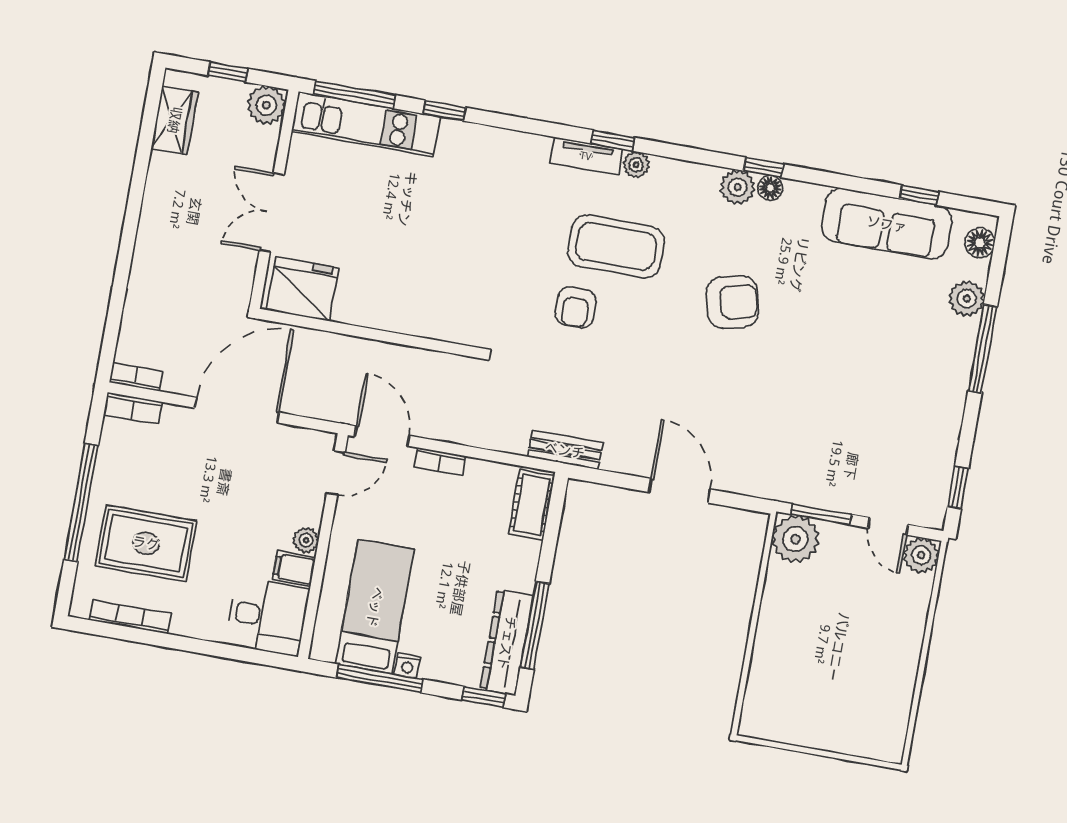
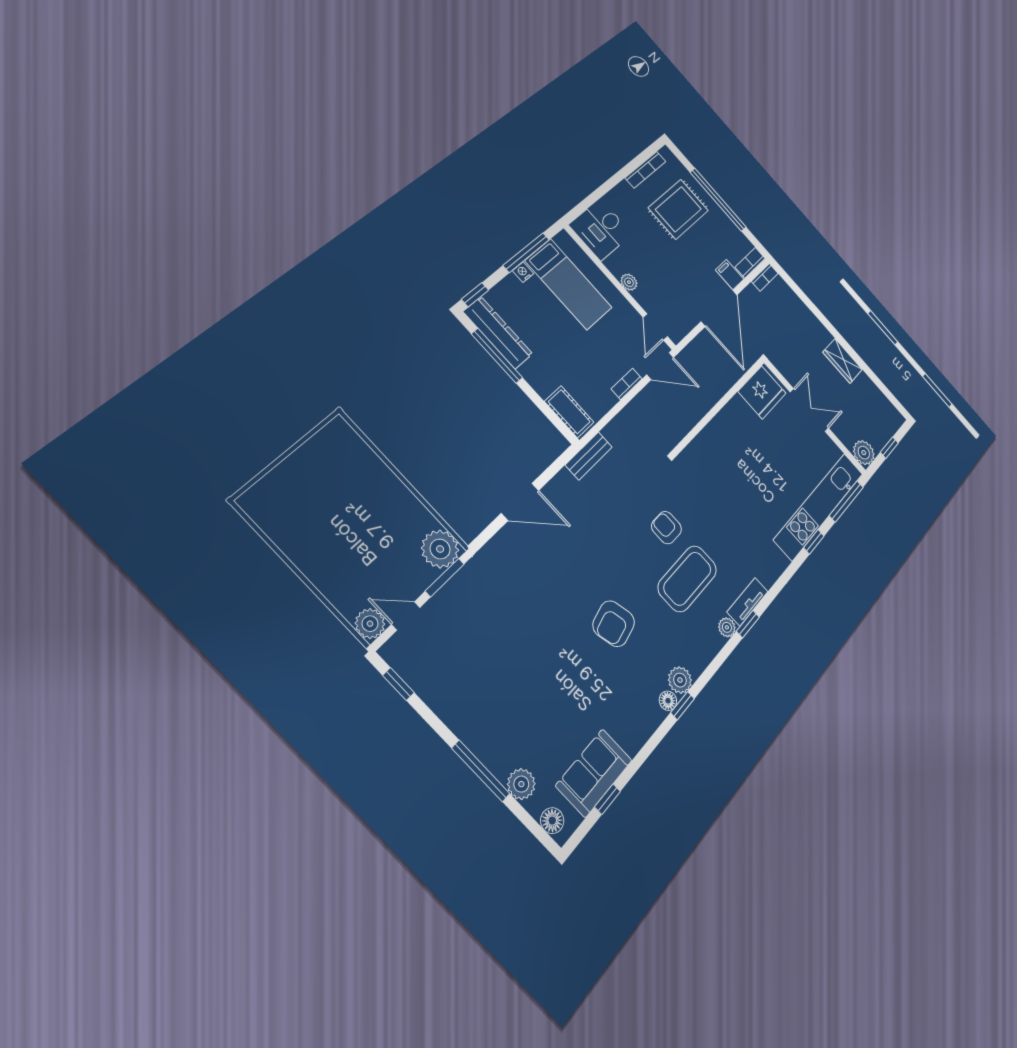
wardrobe: (175, 120) -> (843, 361), moved
kitchen unit: (366, 124) -> (819, 506), width x1.36
sofa: (887, 224) -> (594, 773), width x0.73
filing cabinet: (294, 569) -> (730, 275), moved, turned -90

